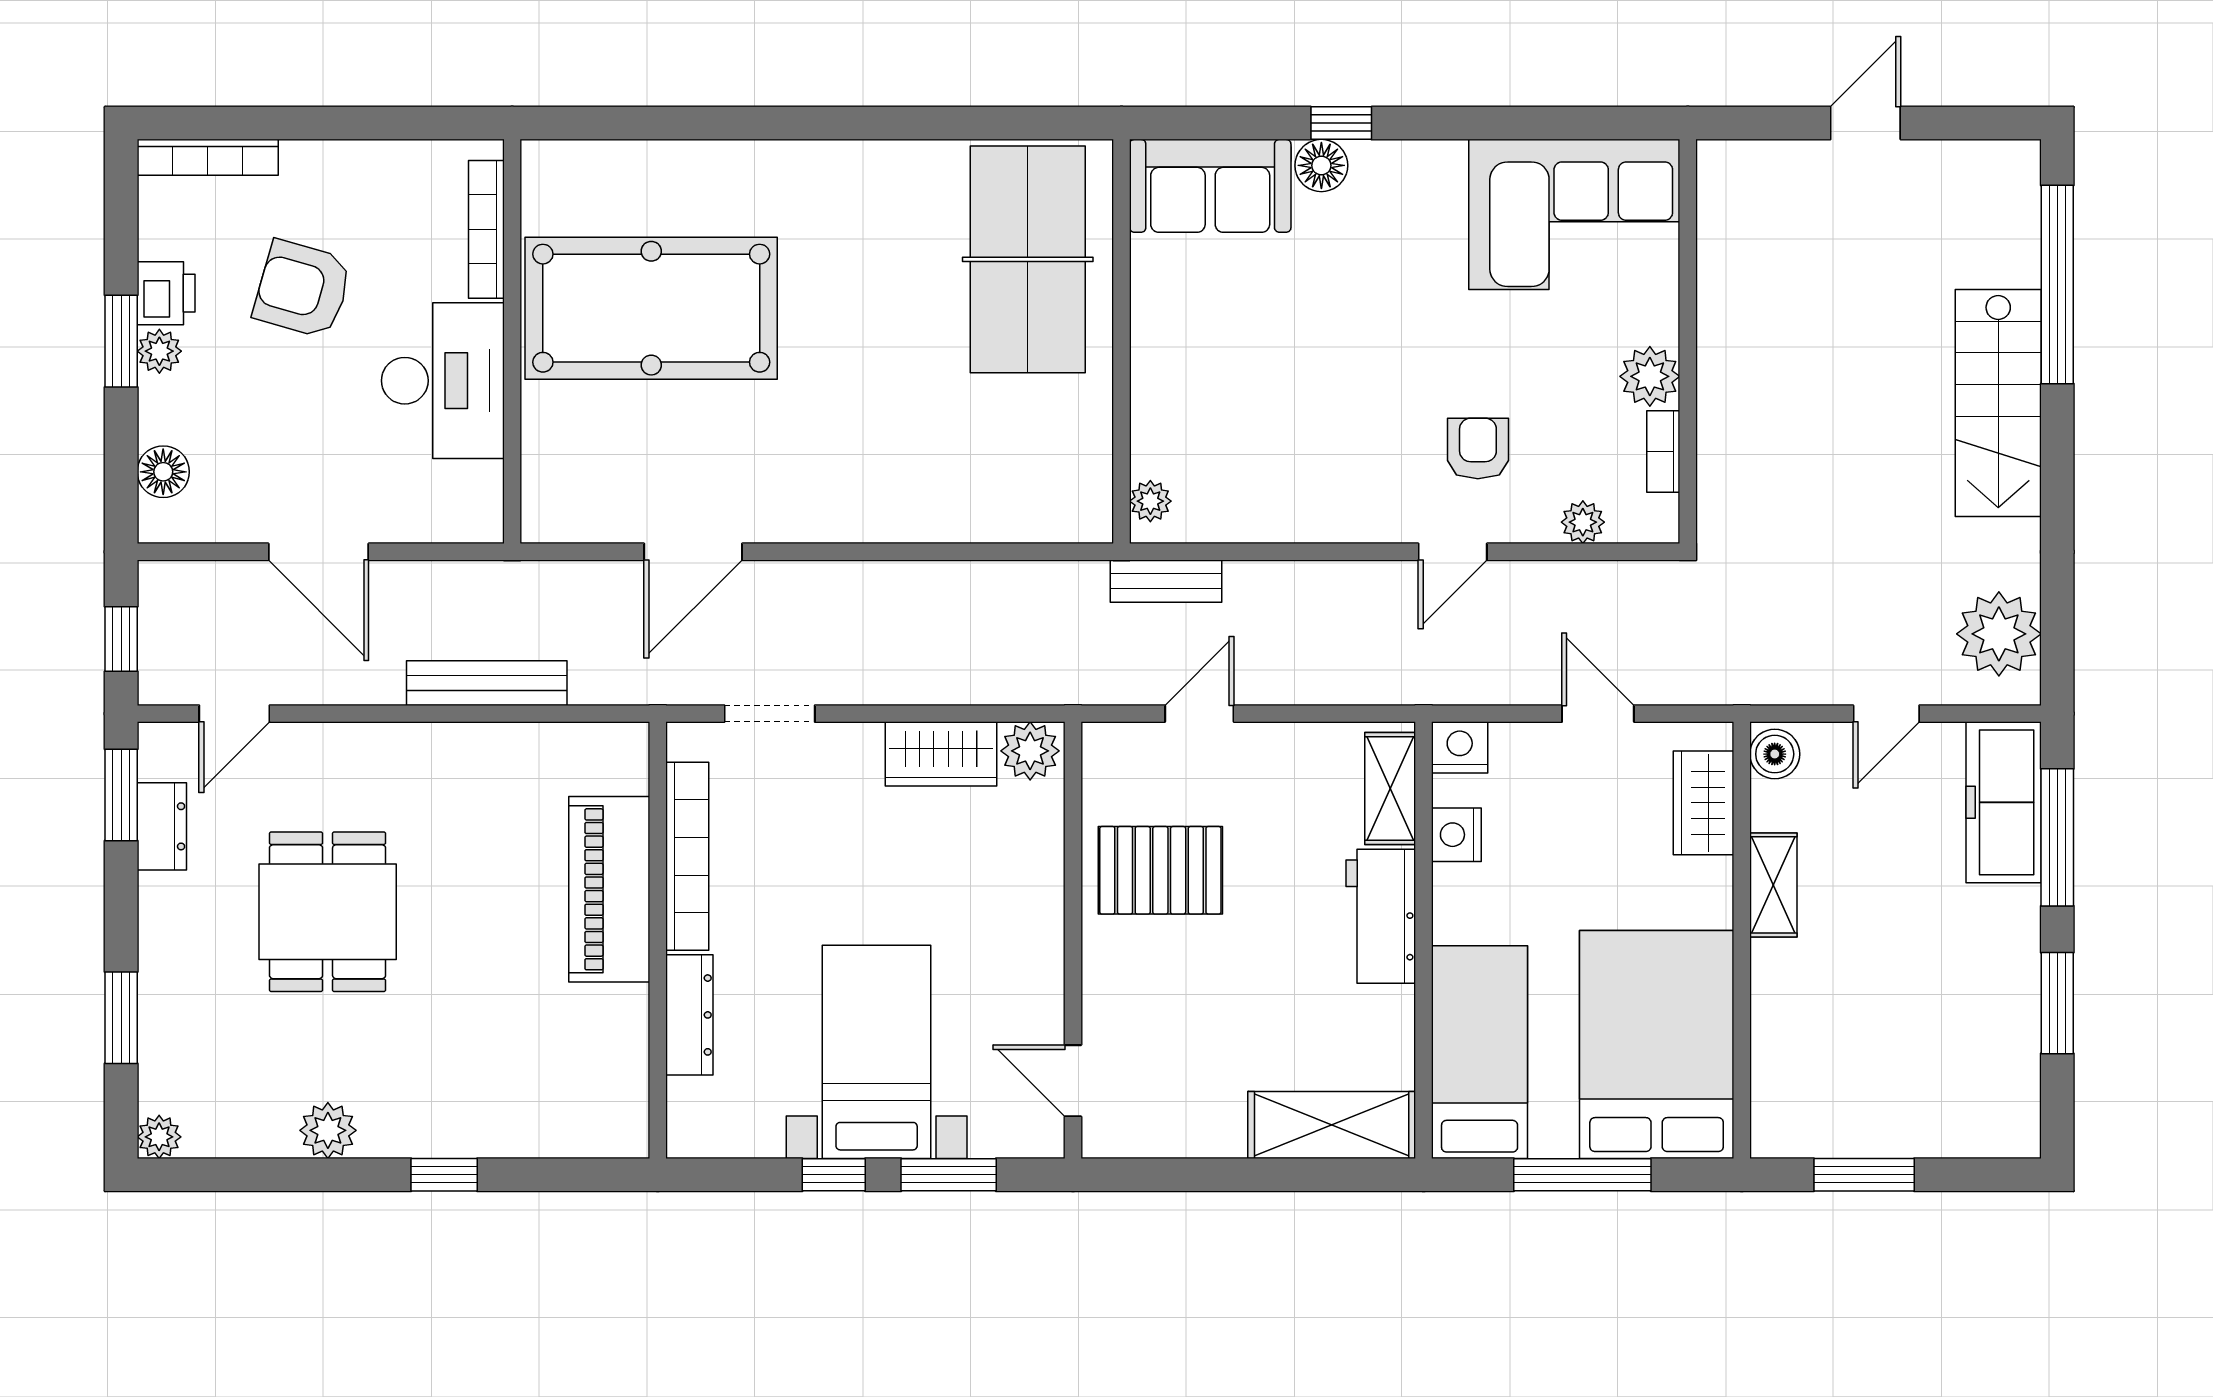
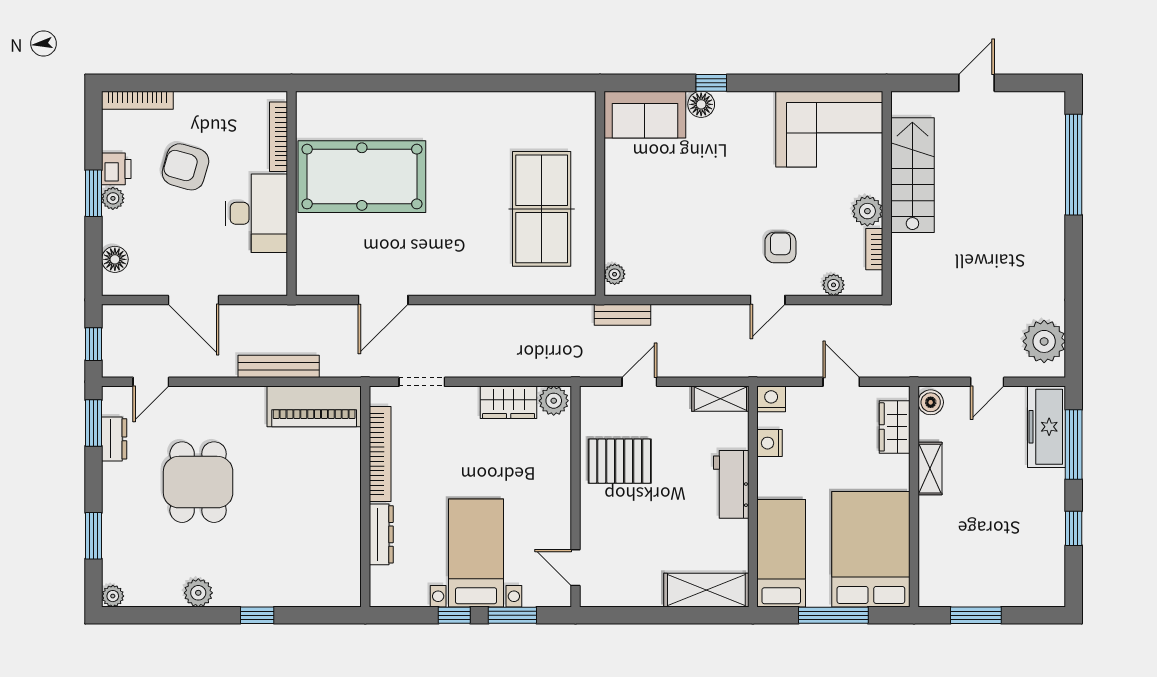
table tennis table: (1028, 259) -> (542, 209), moved
stairs: (1998, 403) -> (912, 175), moved, turned 180
shelving: (1390, 789) -> (720, 399), moved, turned 90
piano: (609, 889) -> (314, 406), moved, turned -90
window: (2057, 1003) -> (1074, 528), width x0.67

